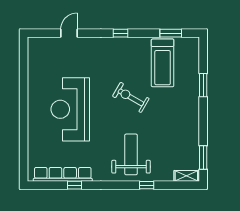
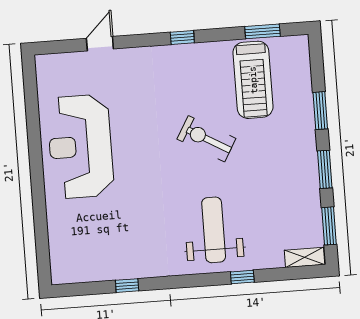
reception desk: (70, 109) -> (80, 147), moved
window: (203, 122) -> (325, 169), added
row of seats: (63, 174) -> (107, 270), removed

